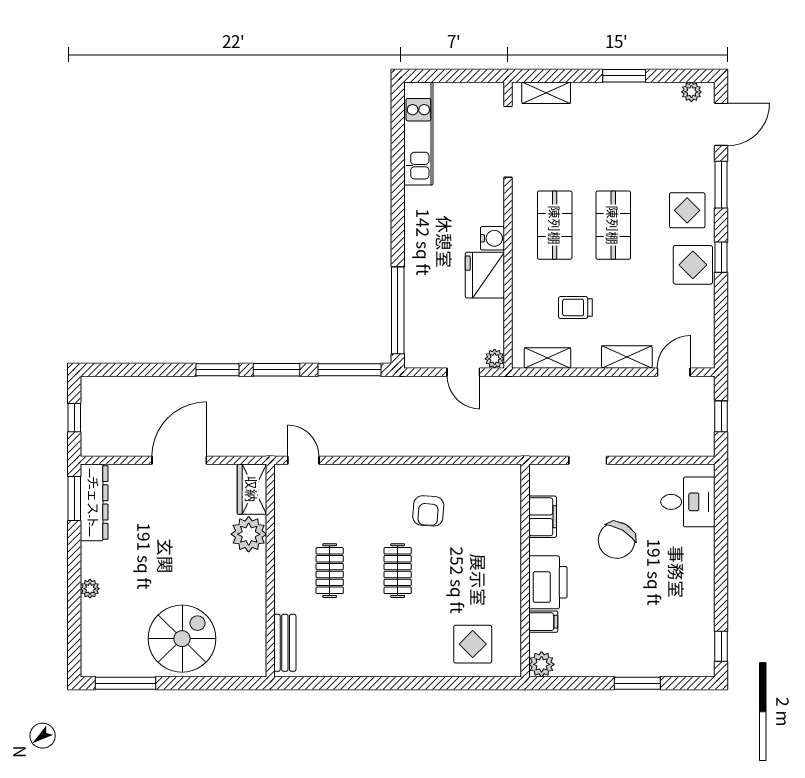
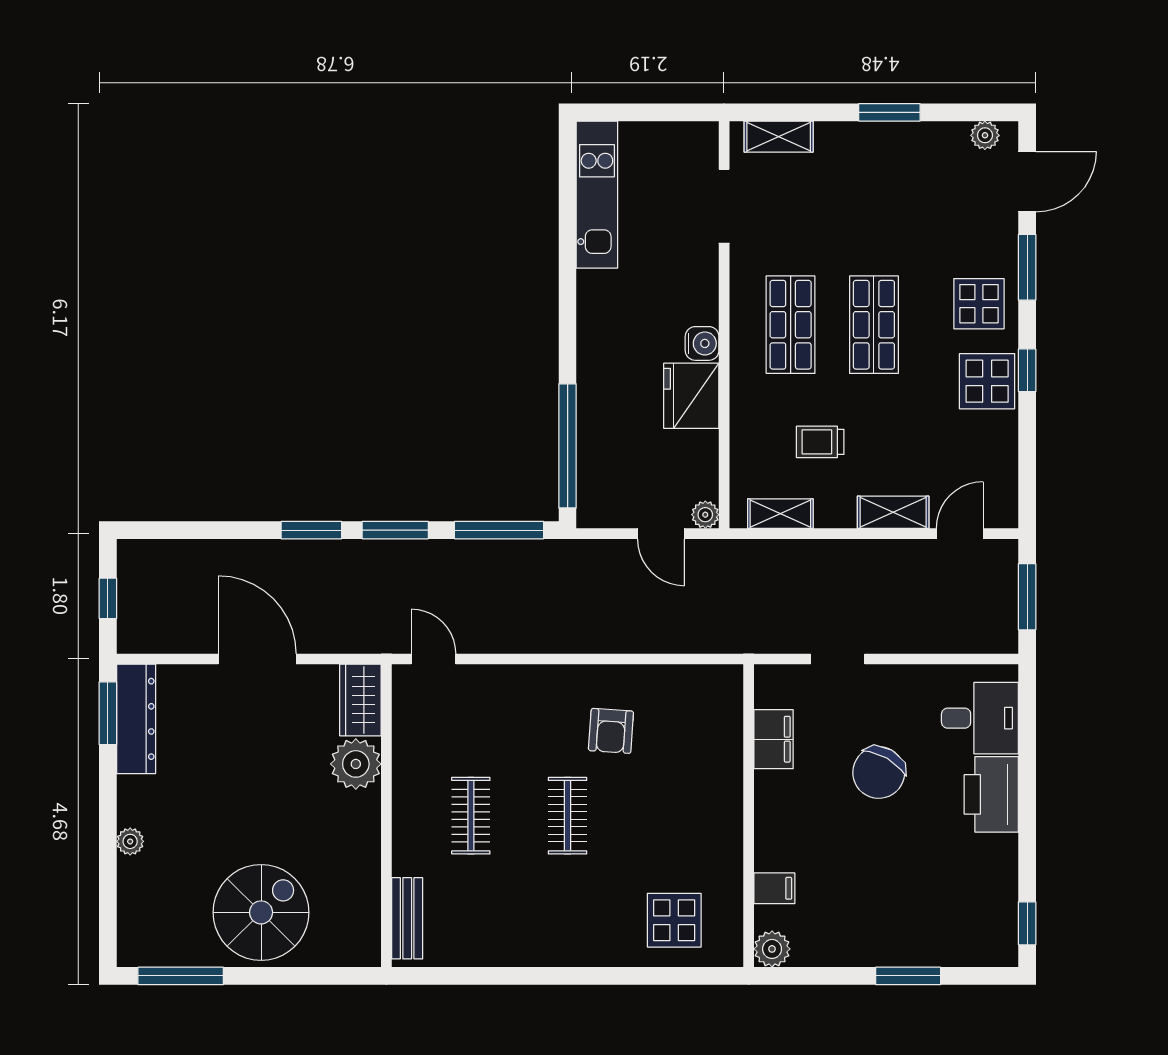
doorway: (508, 142) -> (724, 206), width x0.73
window: (721, 416) -> (1027, 597), width x1.50
door: (179, 460) -> (257, 659), hinge flipped
printer: (548, 582) -> (991, 794), moved, turned 180

